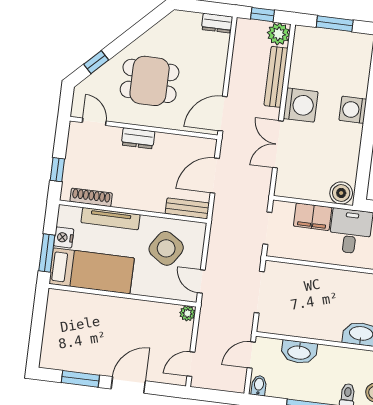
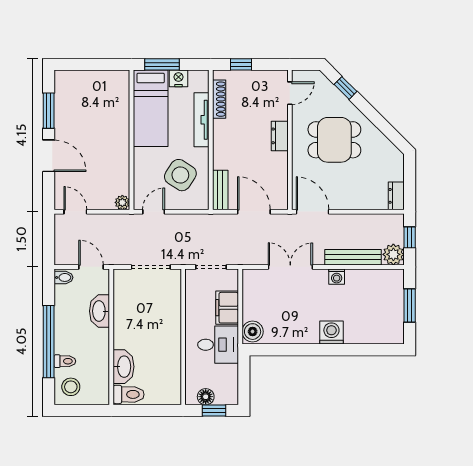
dining table: (150, 81) -> (334, 140), turned 90
washing machine: (301, 105) -> (337, 277), width x0.53, depth x0.53

